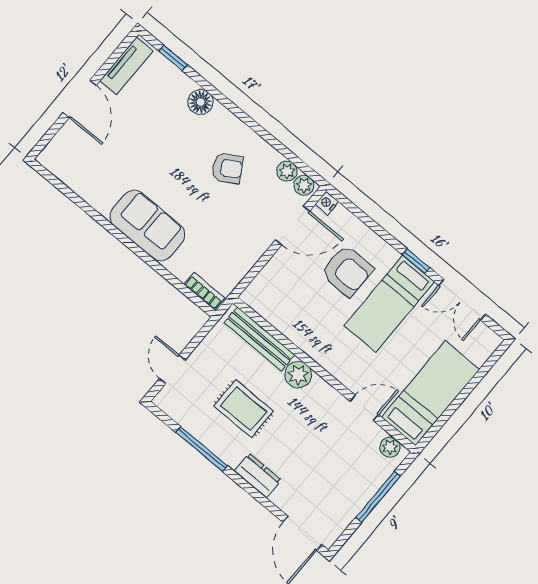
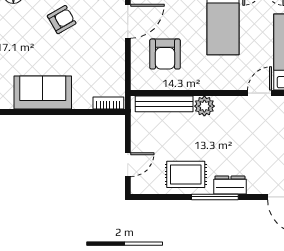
armchair: (347, 271) -> (165, 54), moved, turned 90
door: (172, 369) -> (128, 165), swing flipped
rug: (244, 409) -> (186, 174), moved
window: (202, 449) -> (215, 197), moved

